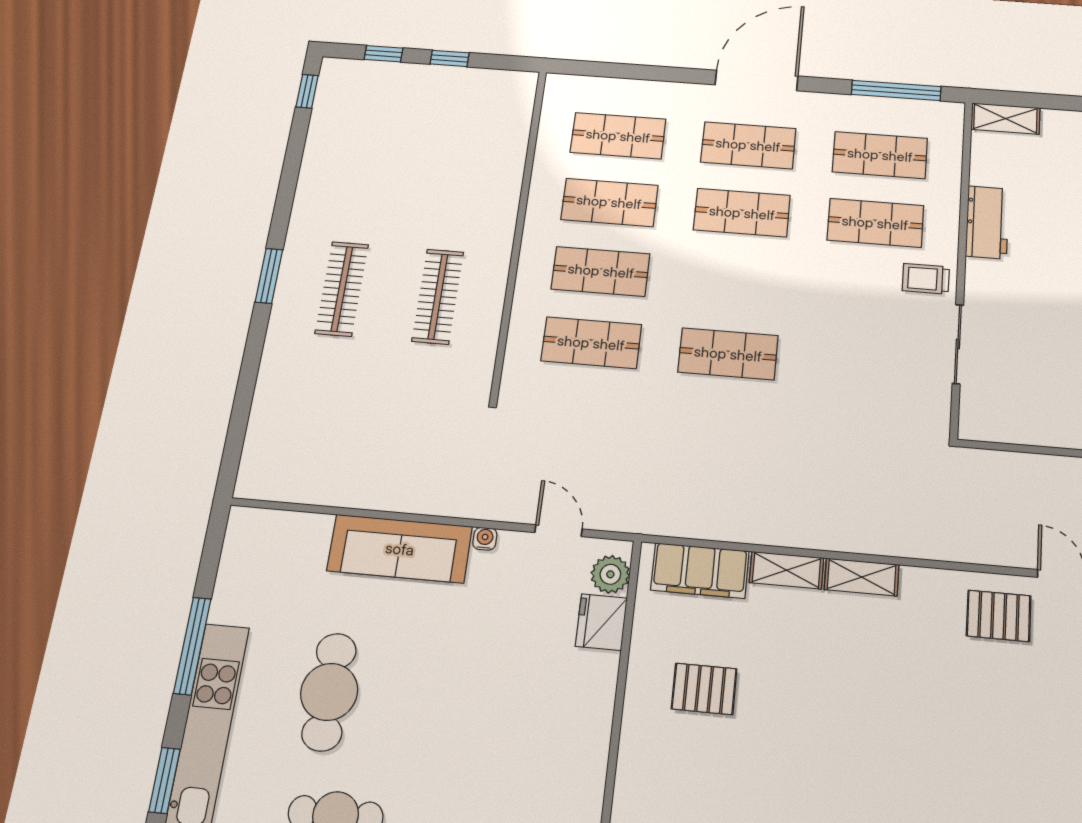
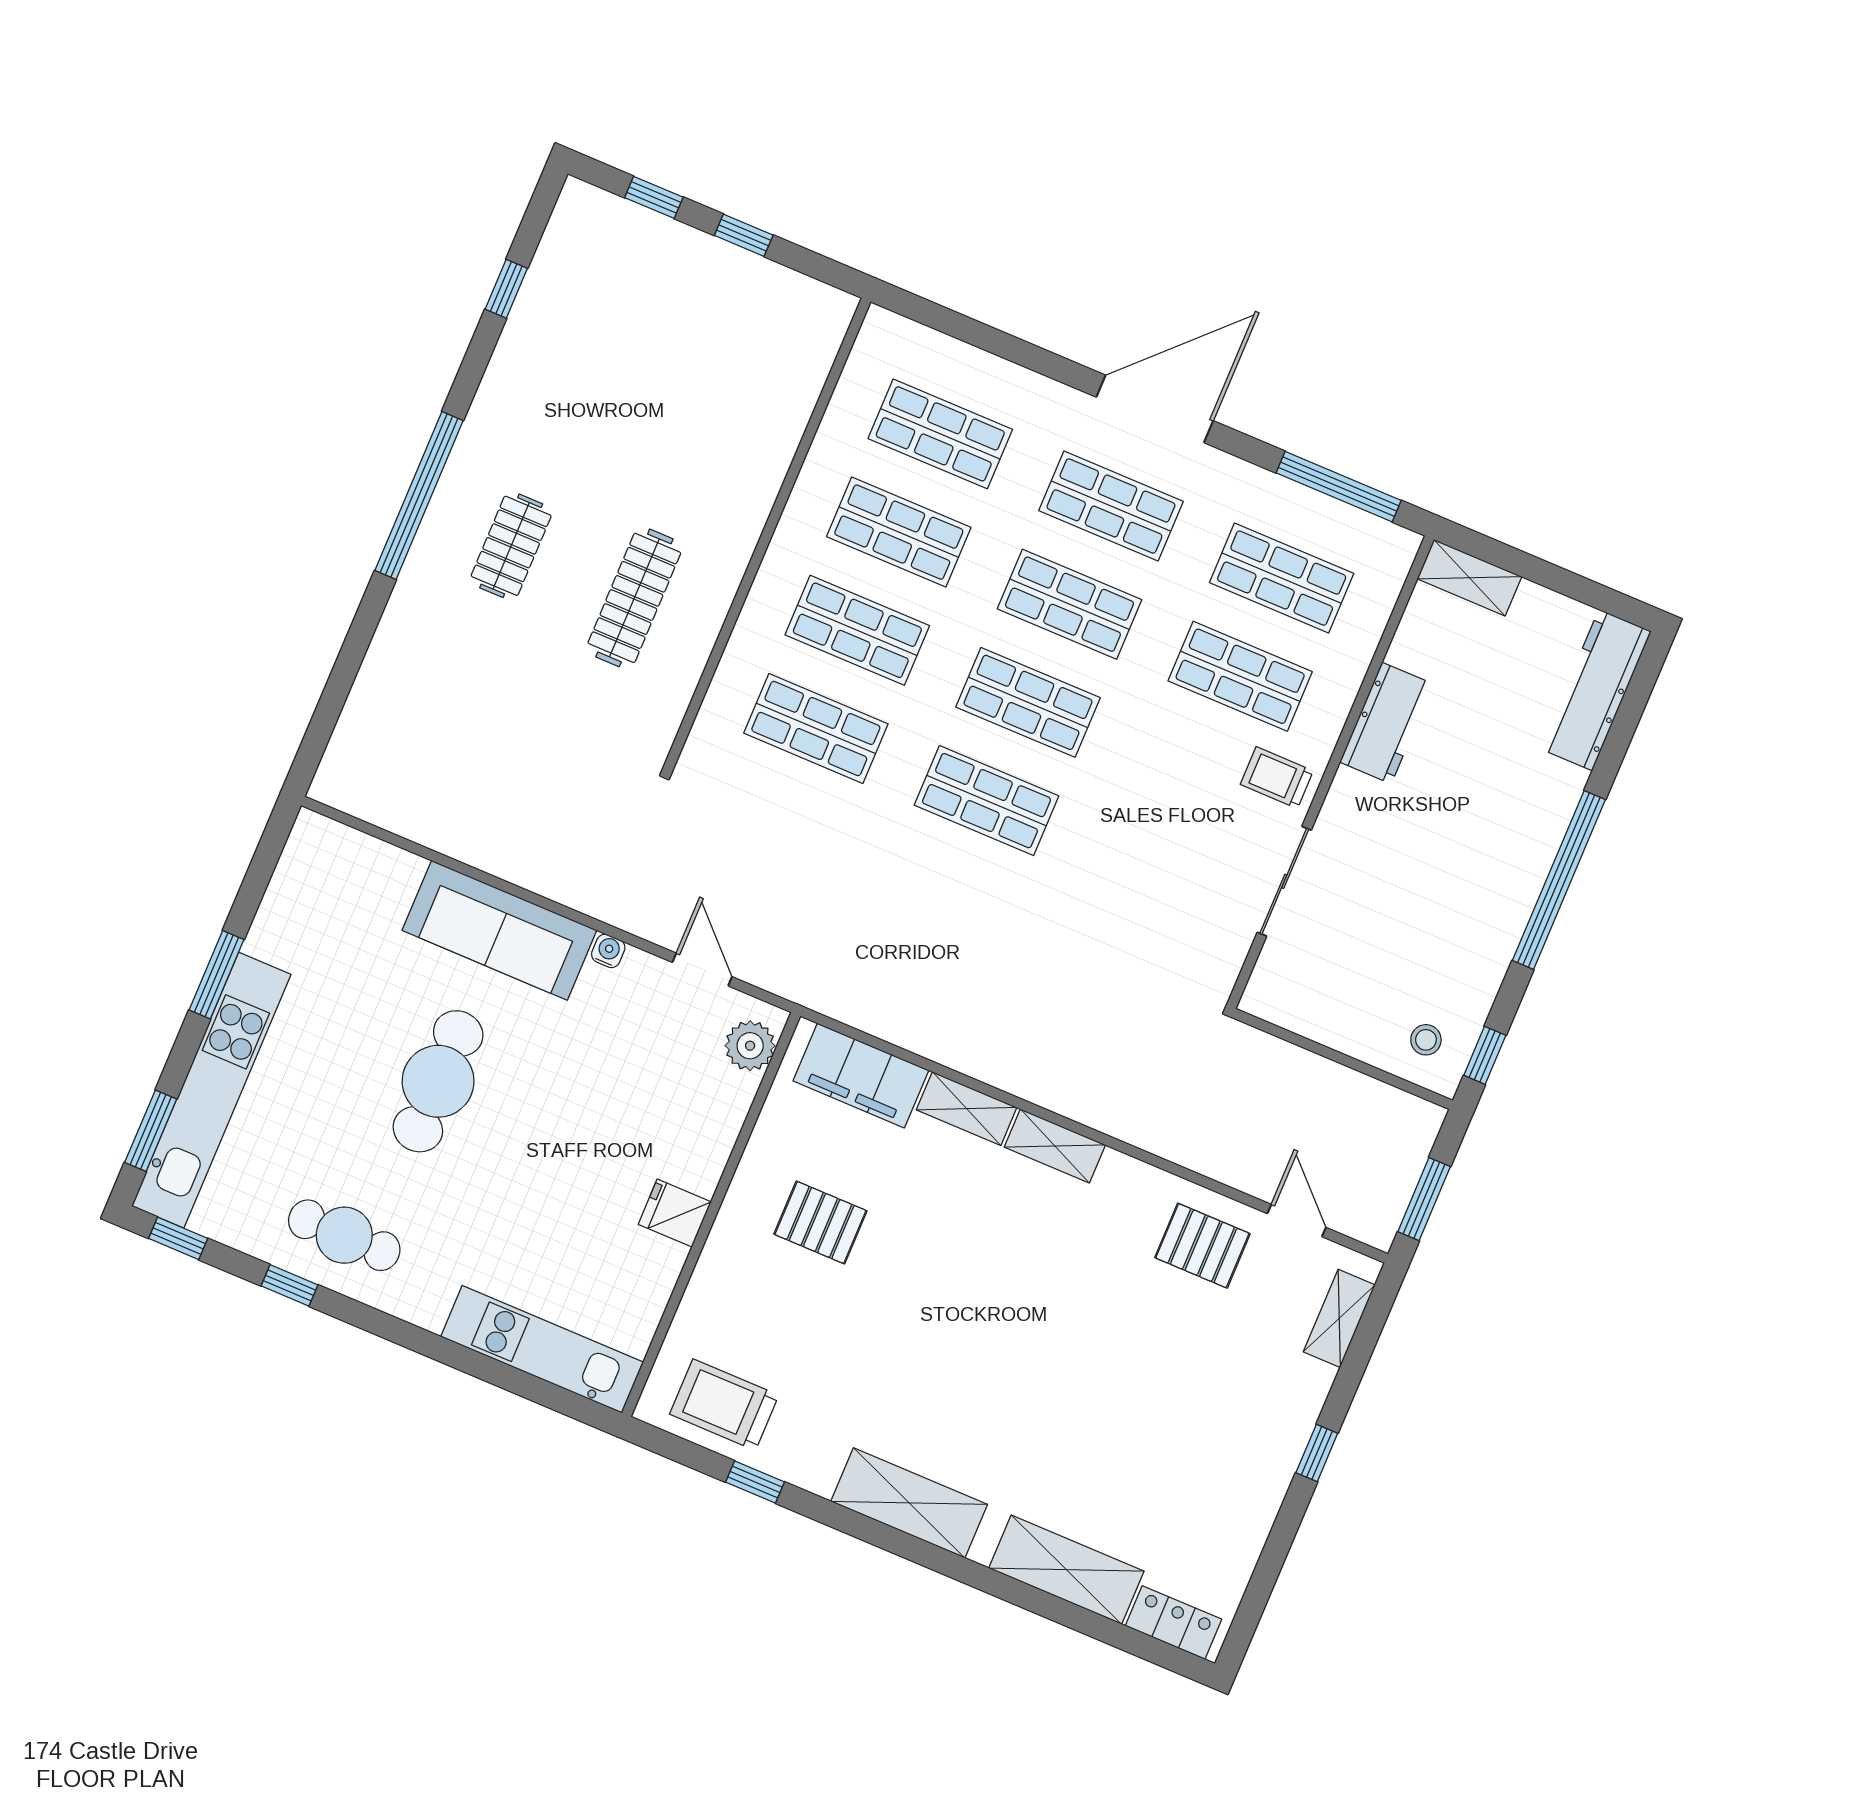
window: (307, 91) -> (506, 289), moved
window: (269, 276) -> (419, 496), width x2.11
shop shelf: (735, 282) -> (1028, 702), added
clothes rail: (342, 289) -> (511, 546), width x0.73
fridge: (601, 622) -> (675, 1213), moved, width x0.72
window: (192, 646) -> (217, 975), width x0.69
cafe table: (329, 692) -> (438, 1081), moved

